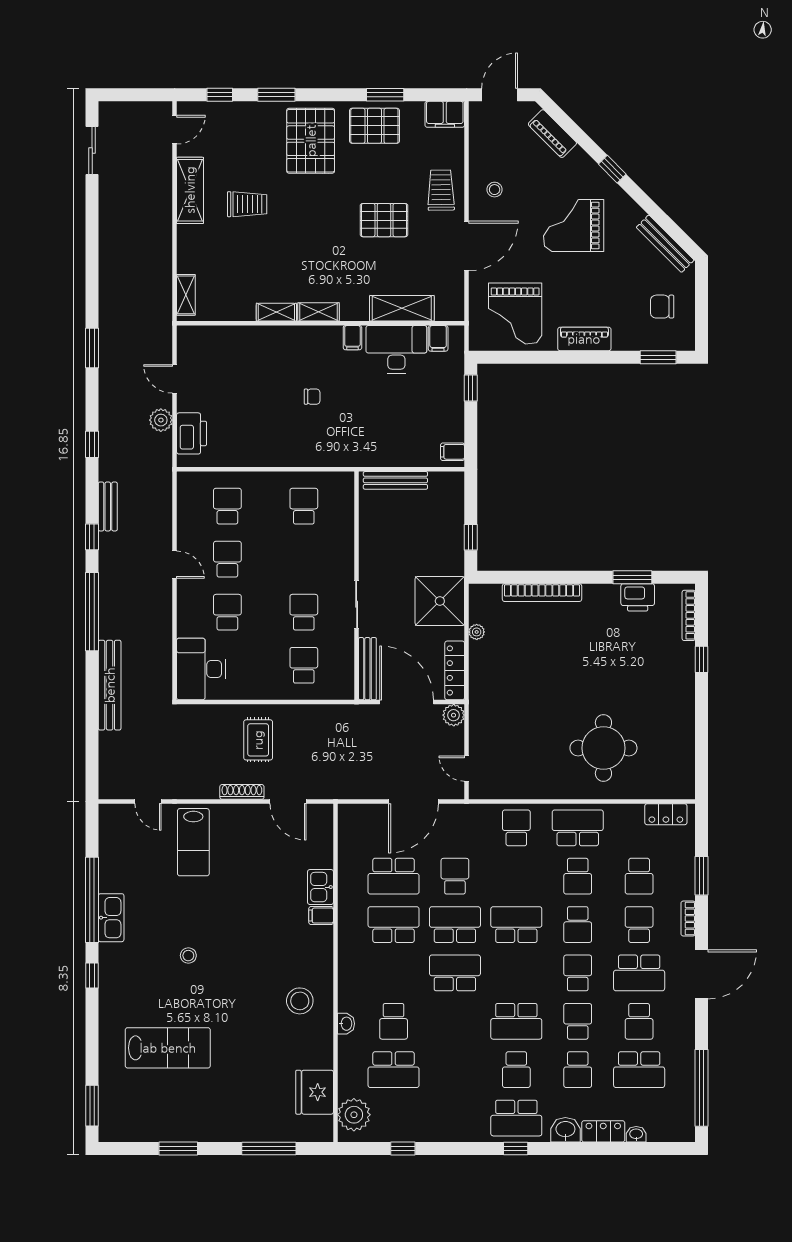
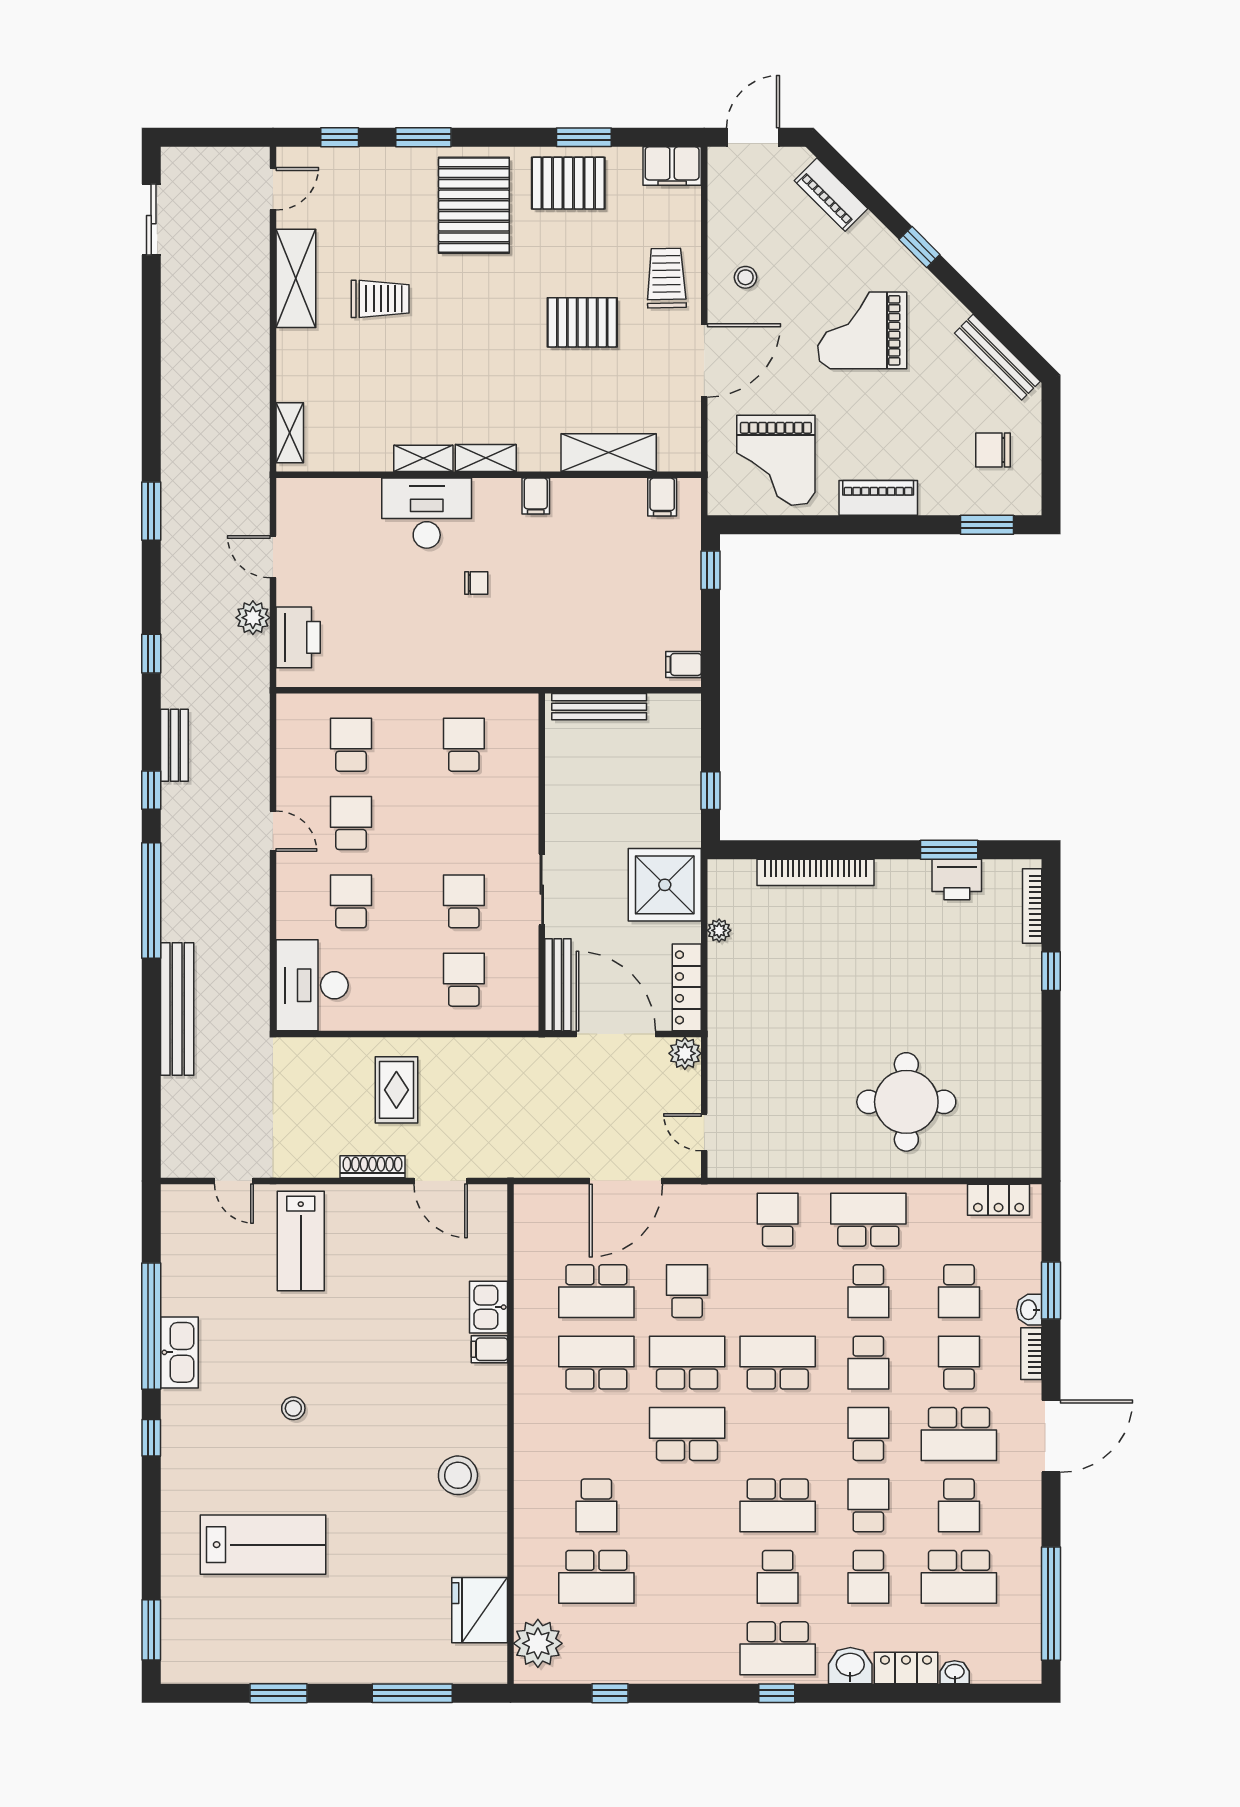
desk: (396, 349) -> (427, 513), moved
washbasin: (346, 1024) -> (1029, 1310), moved, turned 180

